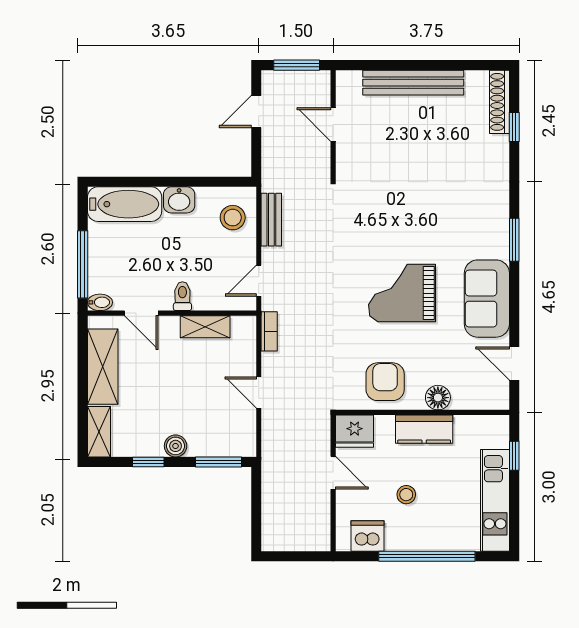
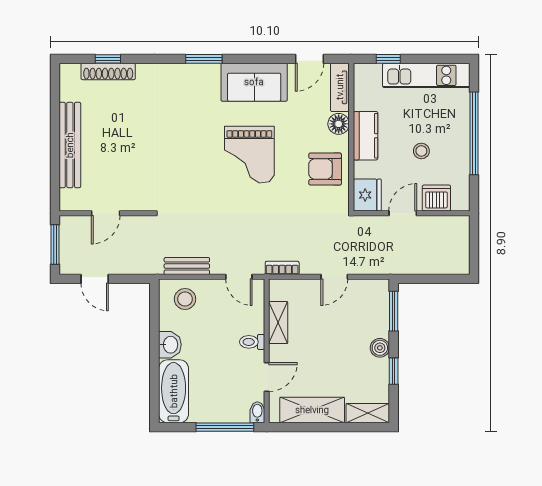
shoe rack: (499, 102) -> (108, 71), moved
tv unit: (481, 399) -> (340, 87), added
dishwasher: (367, 536) -> (436, 198), moved, turned 90

